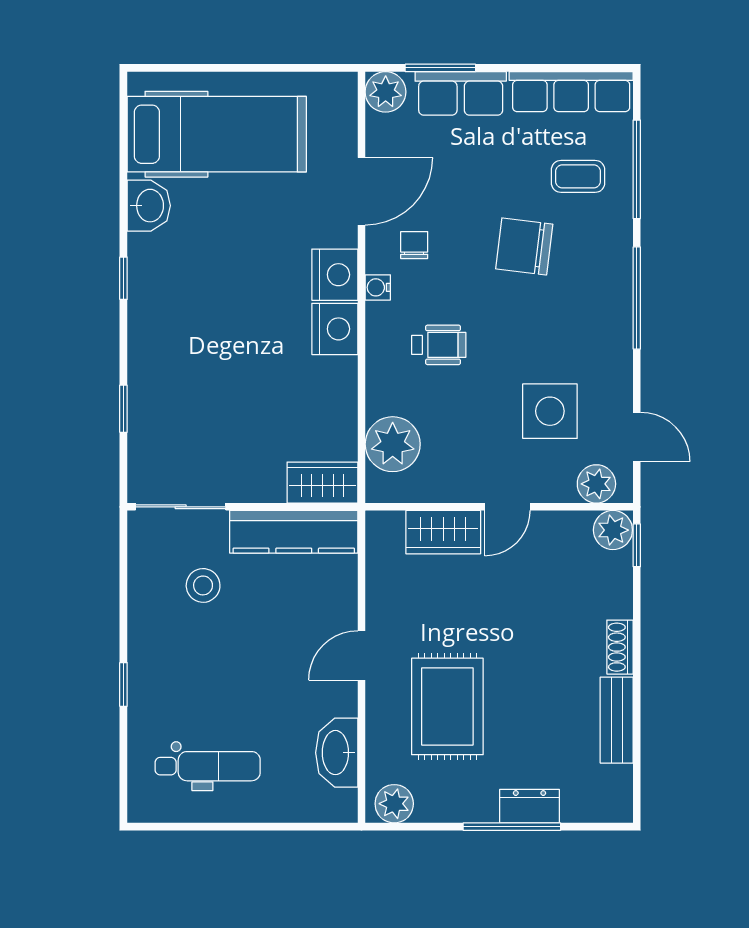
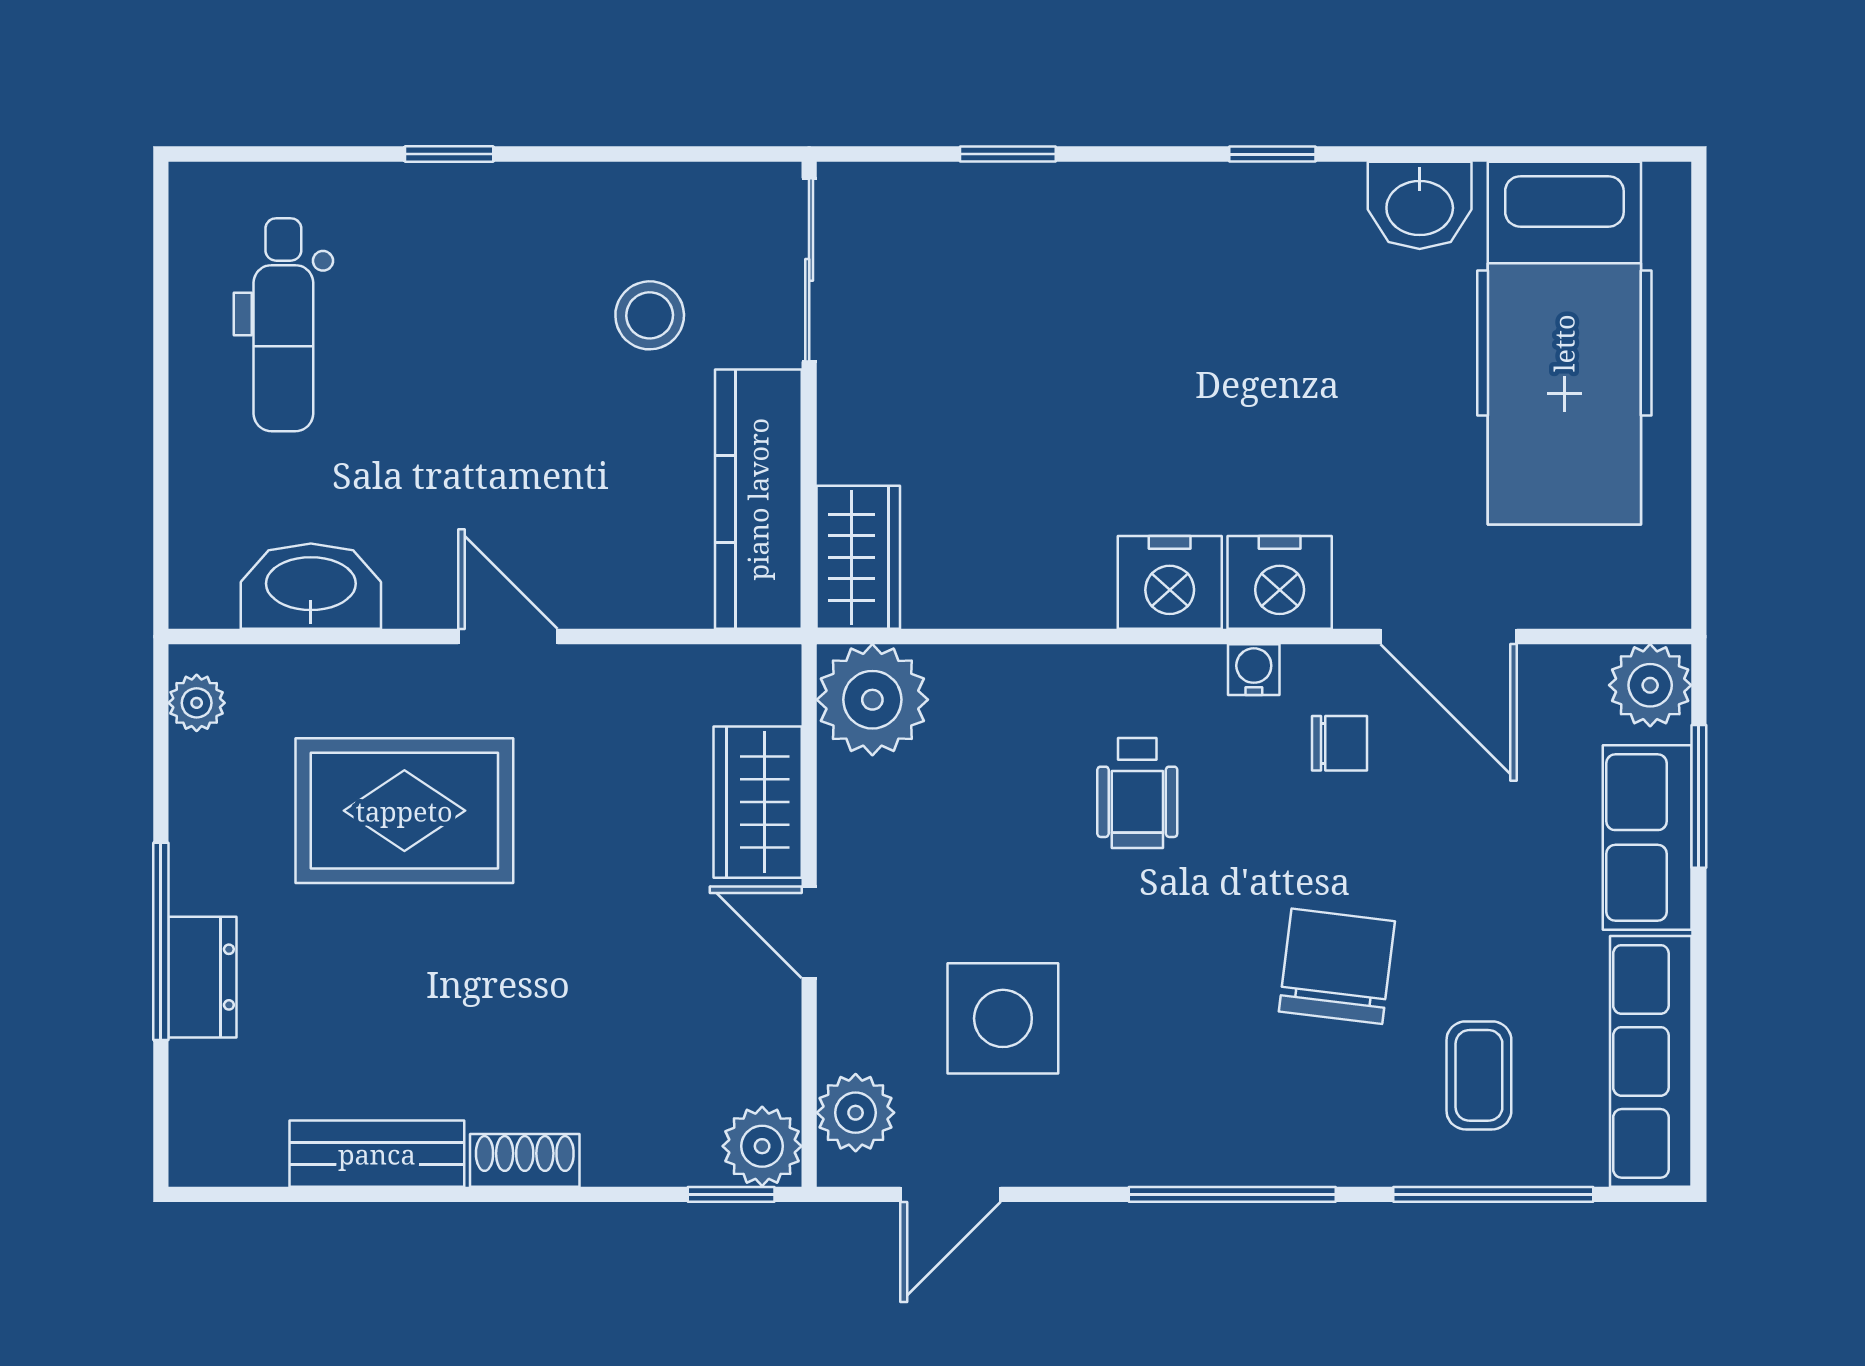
plant: (393, 444) -> (872, 700), moved
plant: (394, 804) -> (197, 703), width x0.73, depth x0.73

